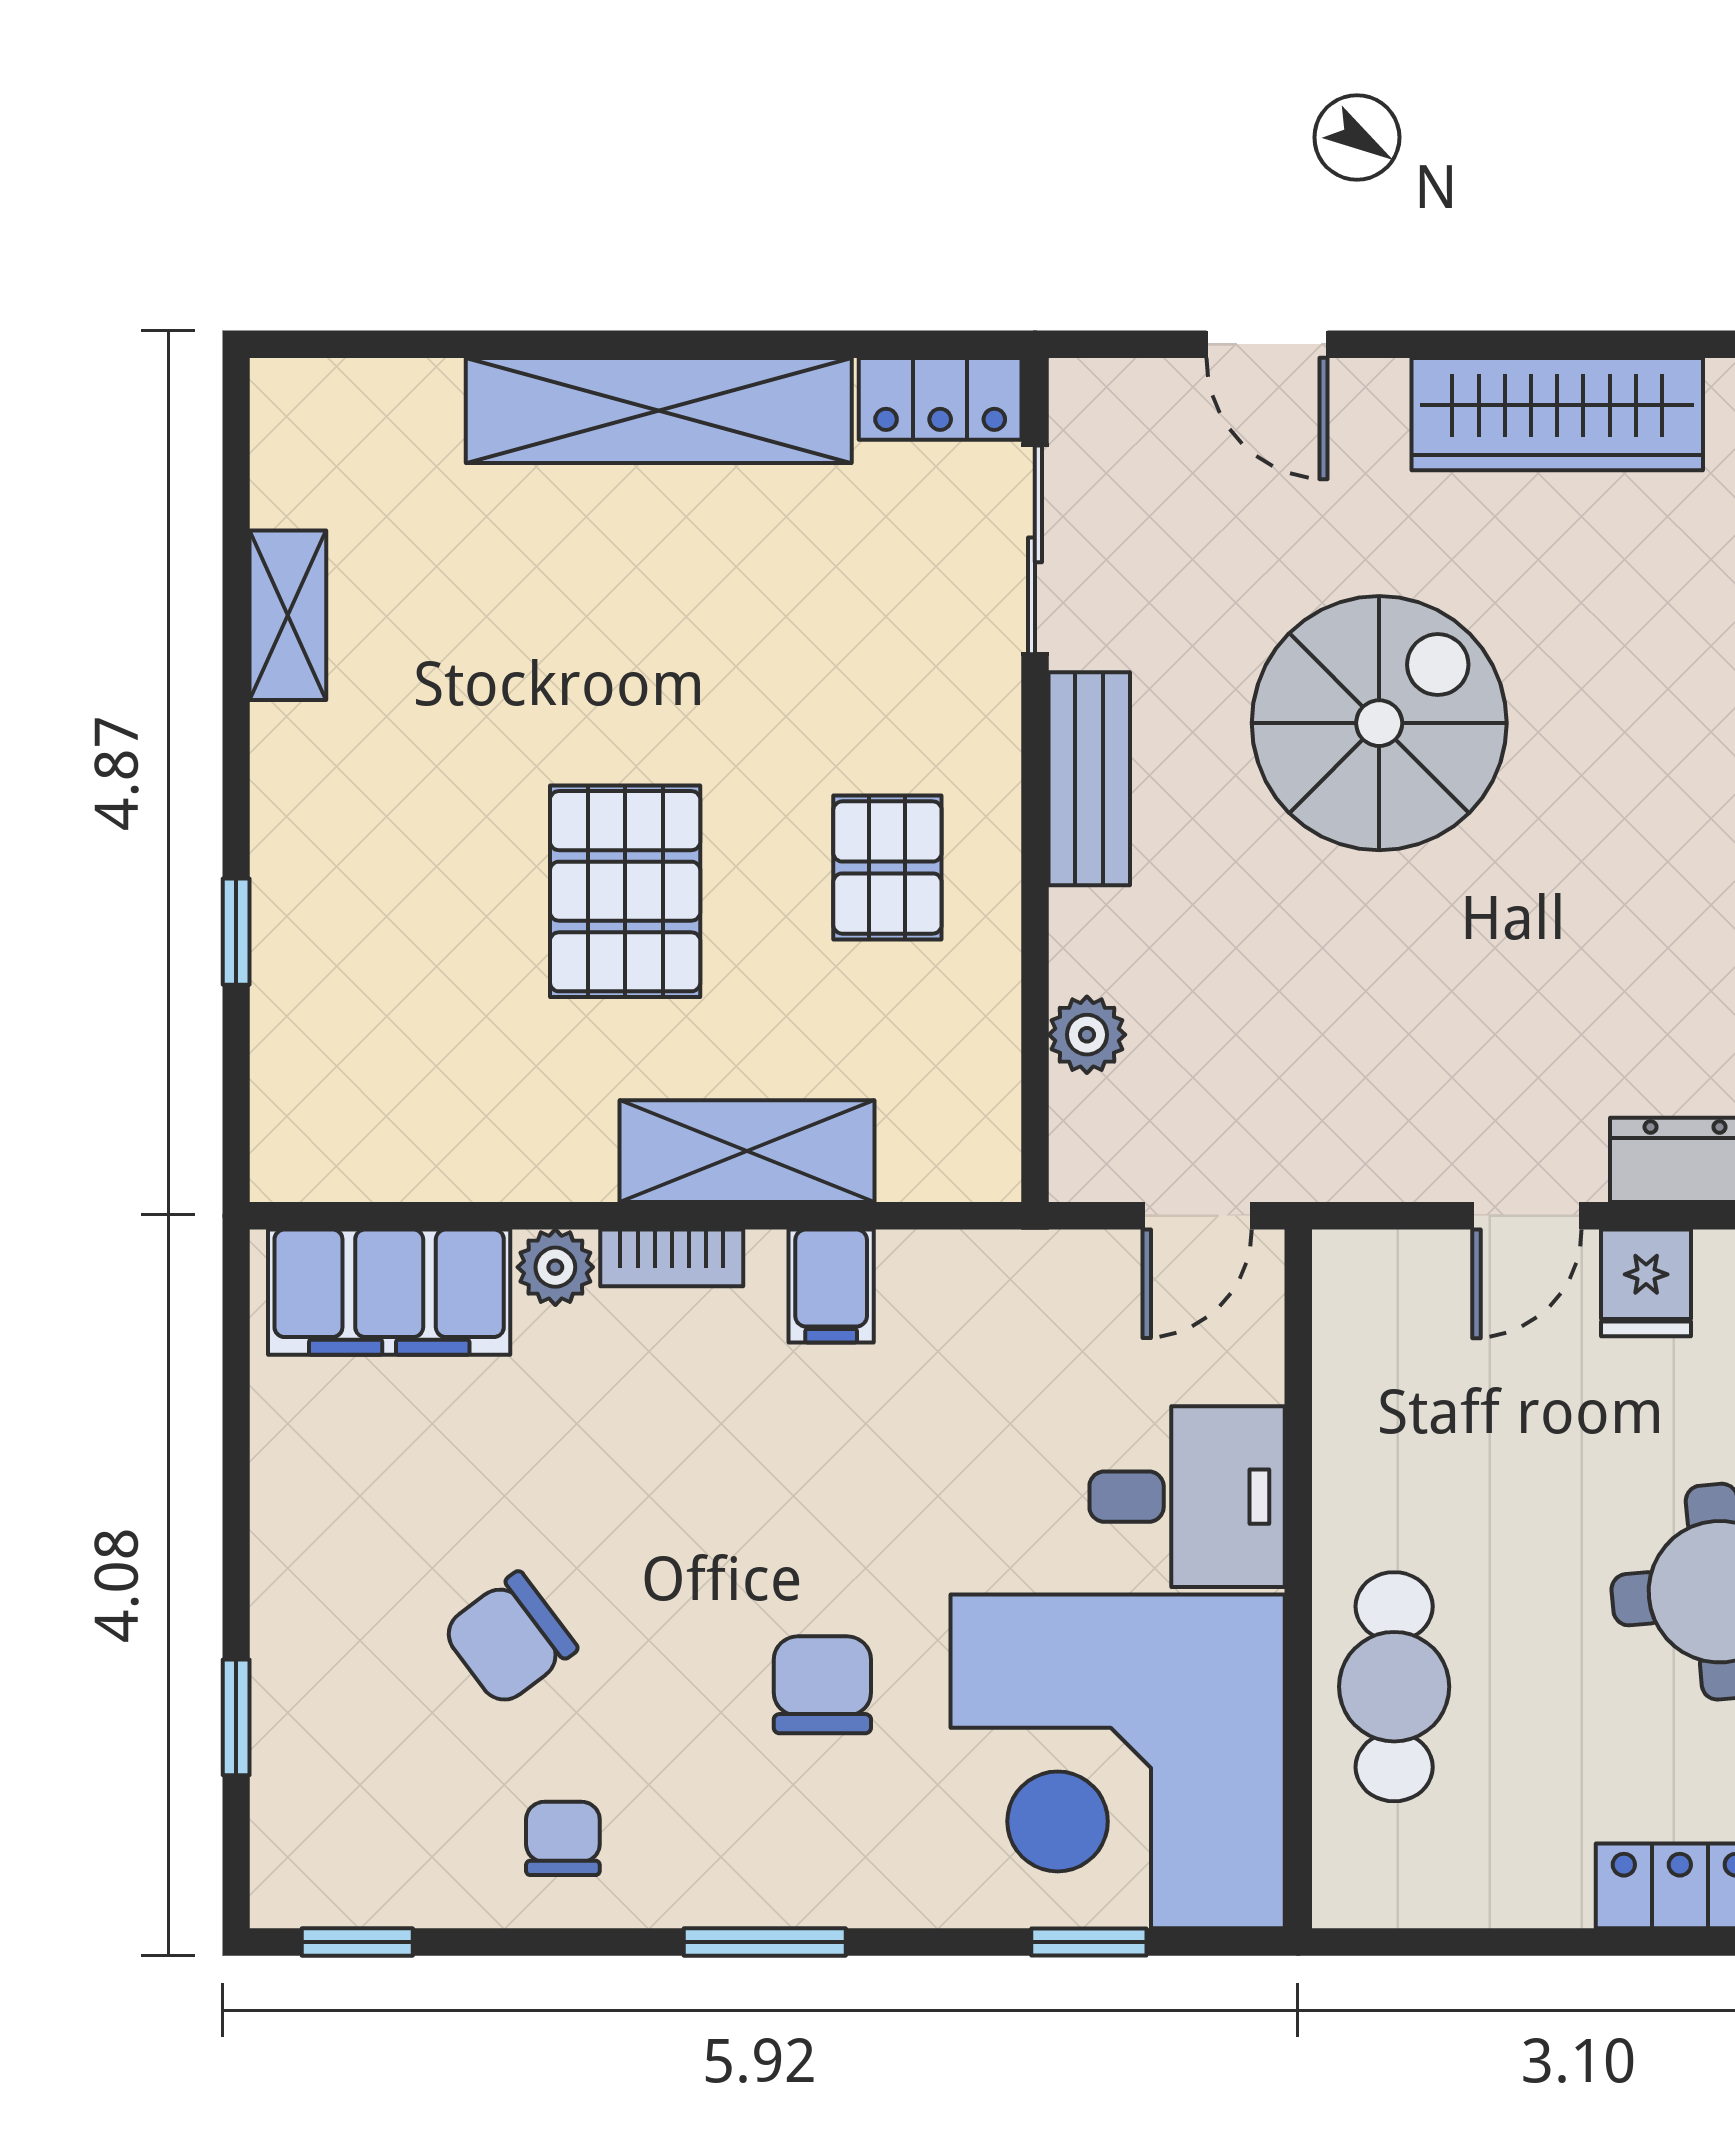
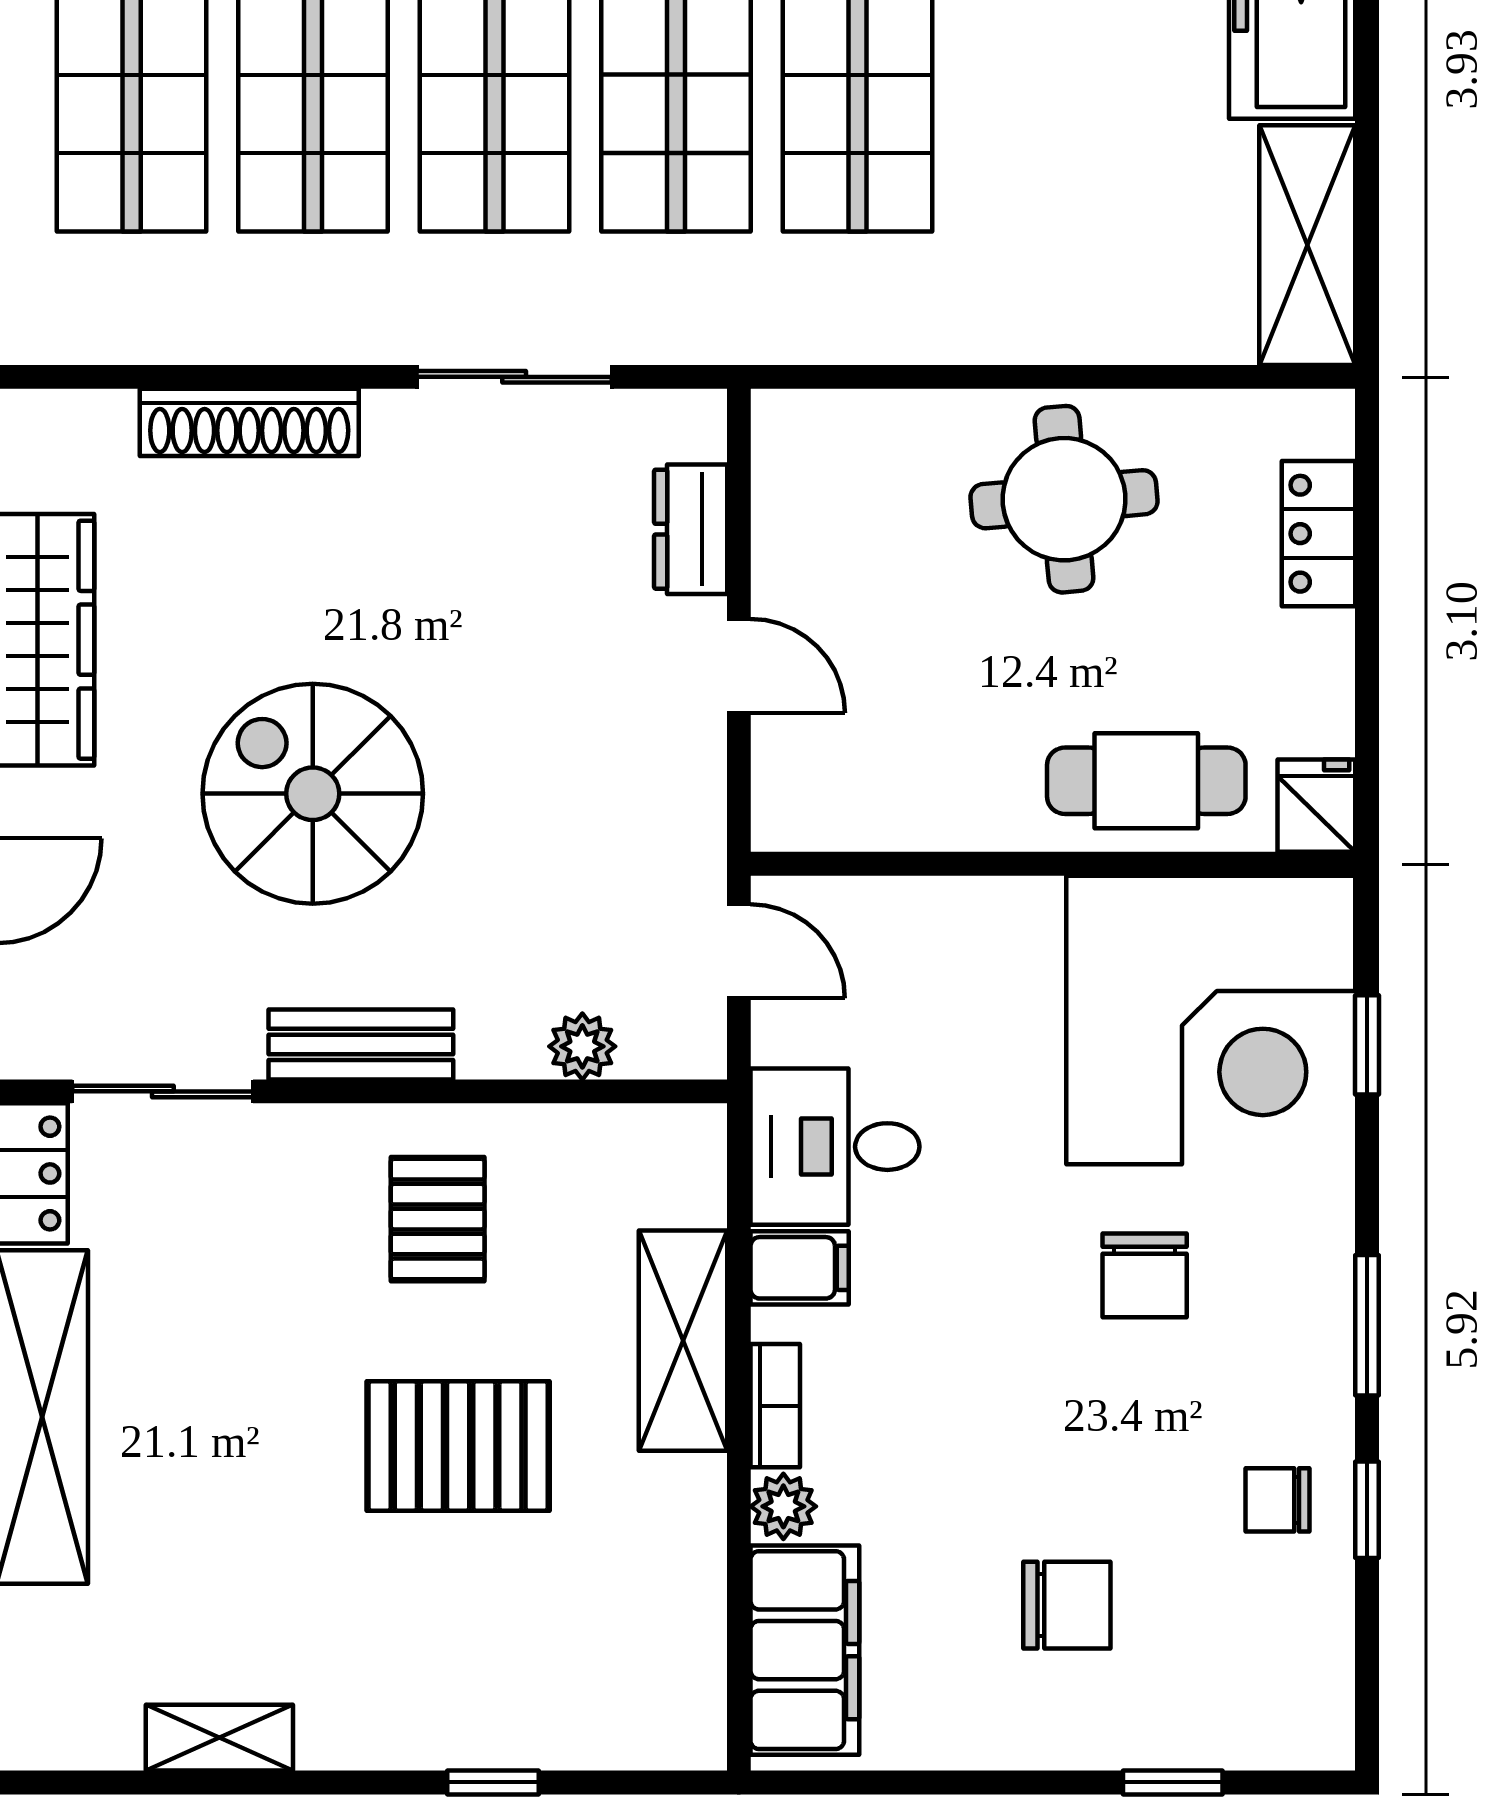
pallet: (887, 867) -> (438, 1219), turned 90
fridge: (1646, 1283) -> (1316, 806), moved, turned -90
desk: (1187, 1497) -> (835, 1147), moved, turned -90
chair: (509, 1639) -> (1067, 1605), moved, turned -53
chair: (822, 1685) -> (1145, 1275), turned -90
window: (357, 1942) -> (1367, 1510), moved

